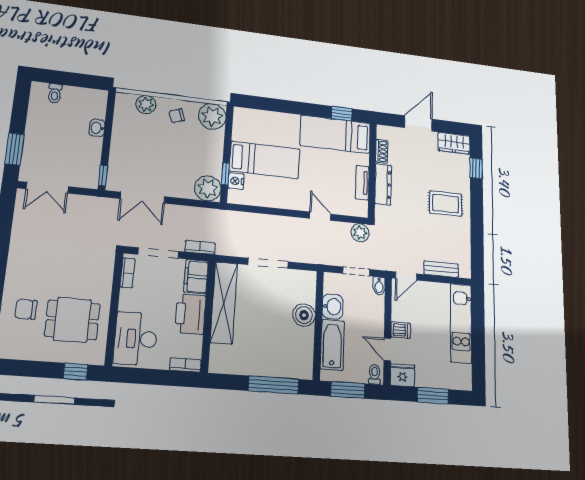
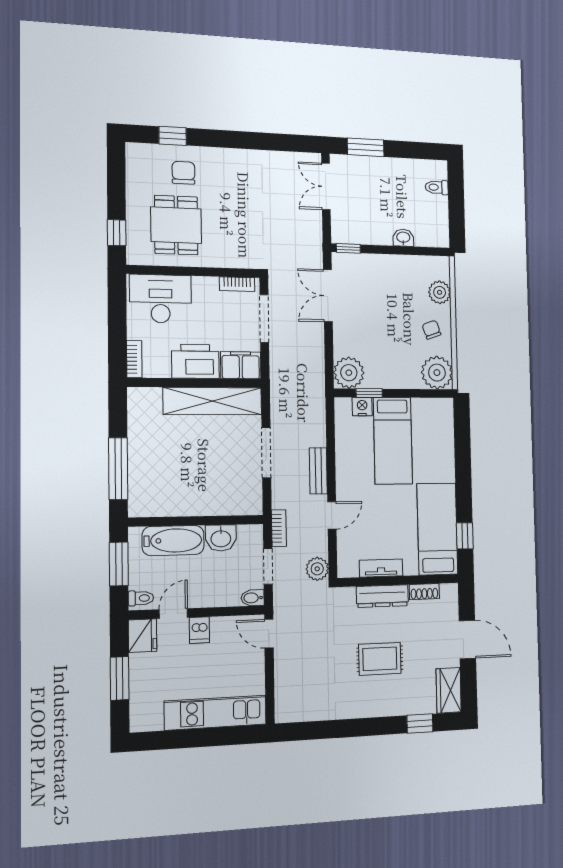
rug: (445, 204) -> (380, 659), moved, turned 90
bookcase: (200, 247) -> (279, 528), moved
bench: (441, 269) -> (318, 471), moved
boiler: (304, 315) -> (207, 502), removed

